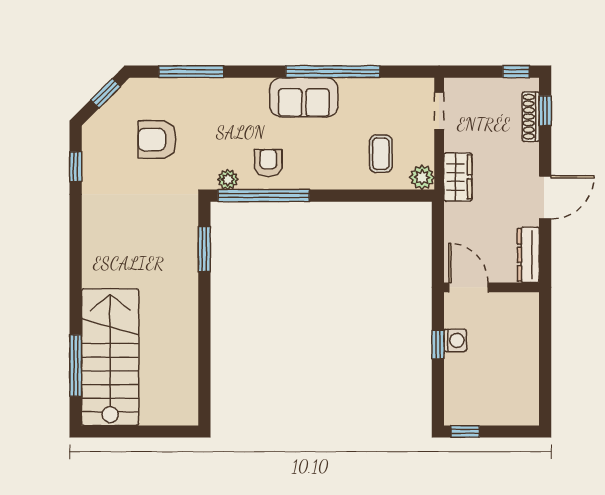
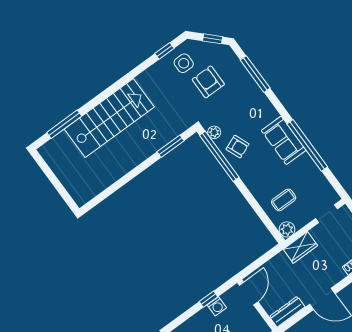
side table: (110, 154) -> (184, 63), added
armchair: (268, 163) -> (238, 147), turned 68
stairs: (110, 357) -> (109, 118), moved

